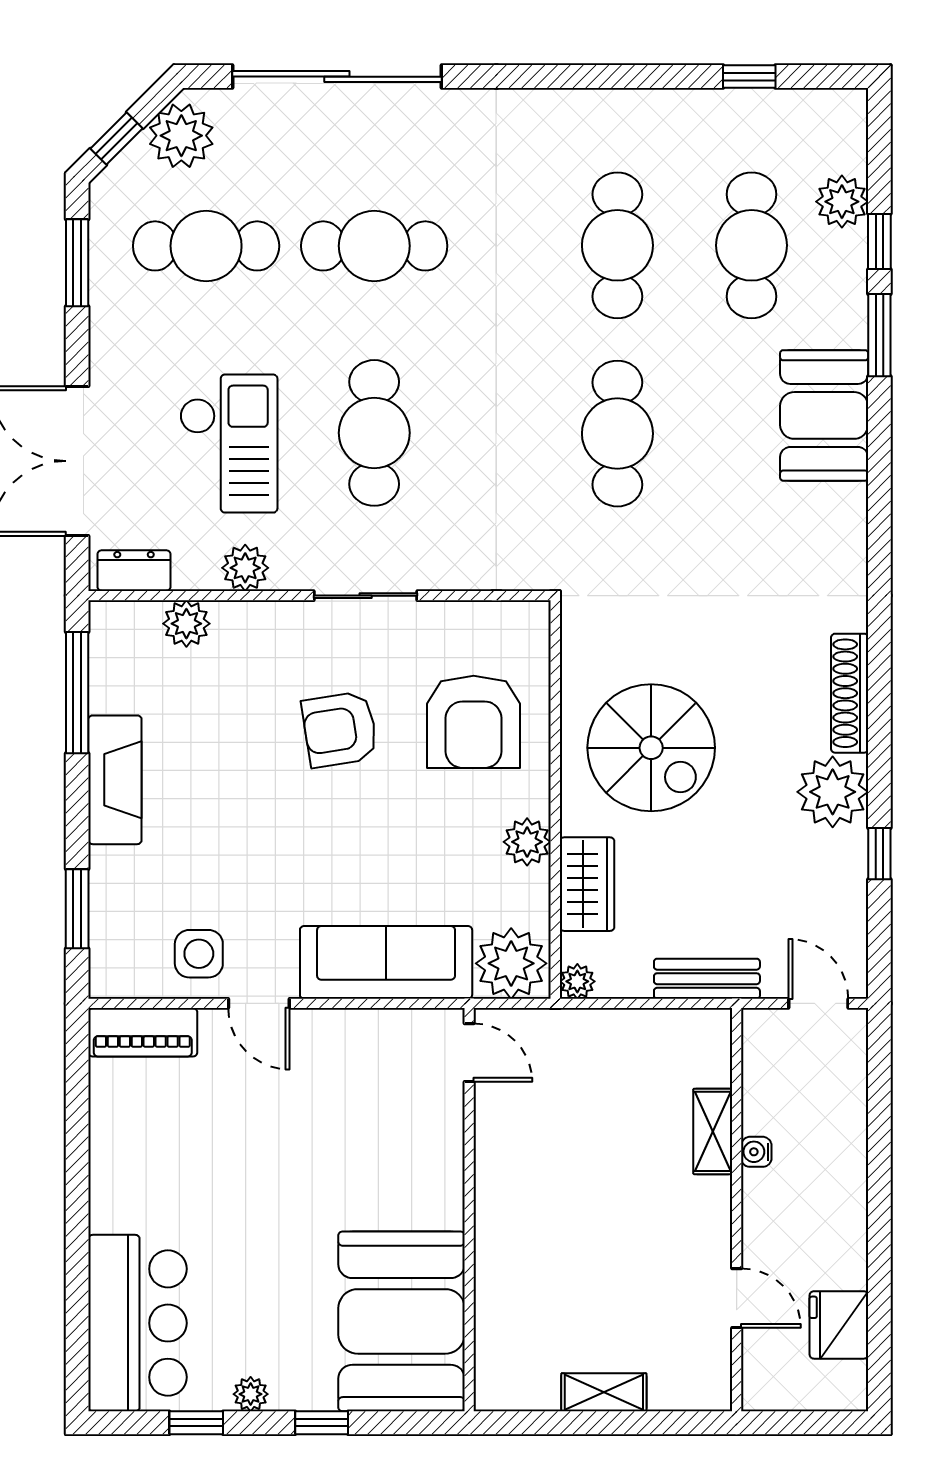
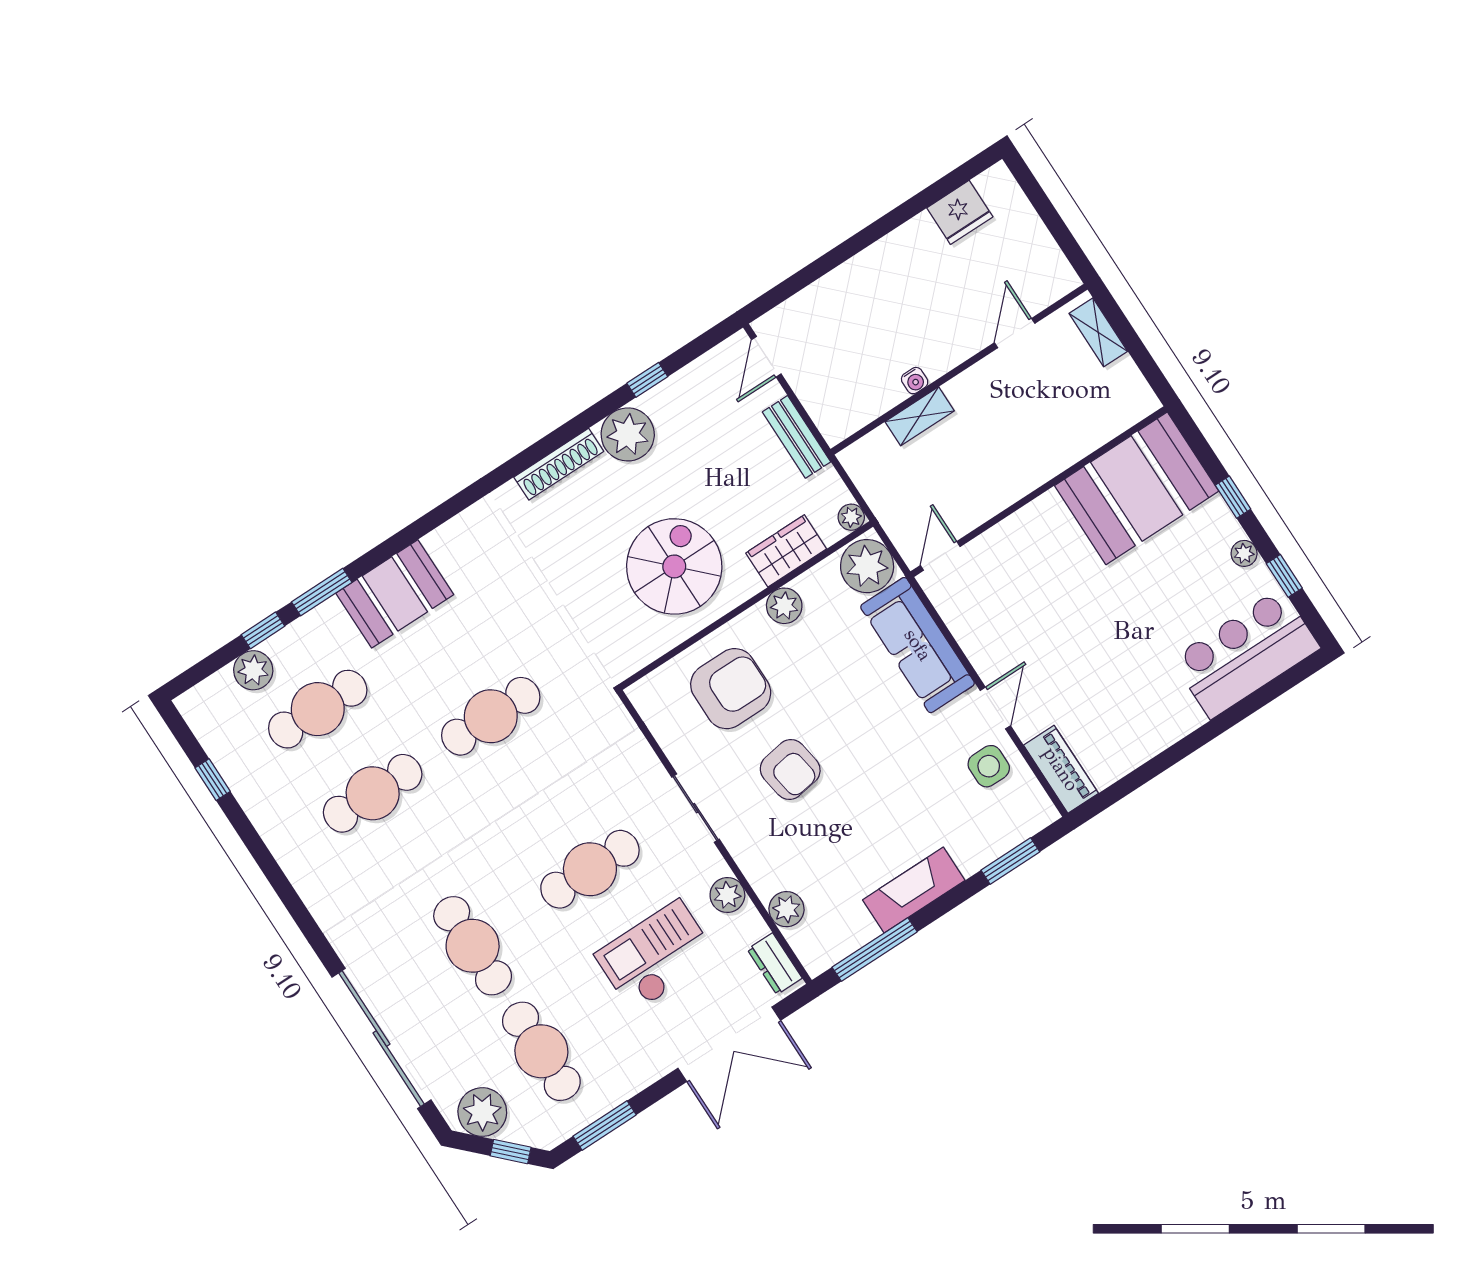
shelving: (713, 1131) -> (920, 416), moved
water cooler: (756, 1152) -> (915, 381), moved
wall: (737, 1210) -> (959, 369), moved
door: (737, 1298) -> (1015, 333), moved

